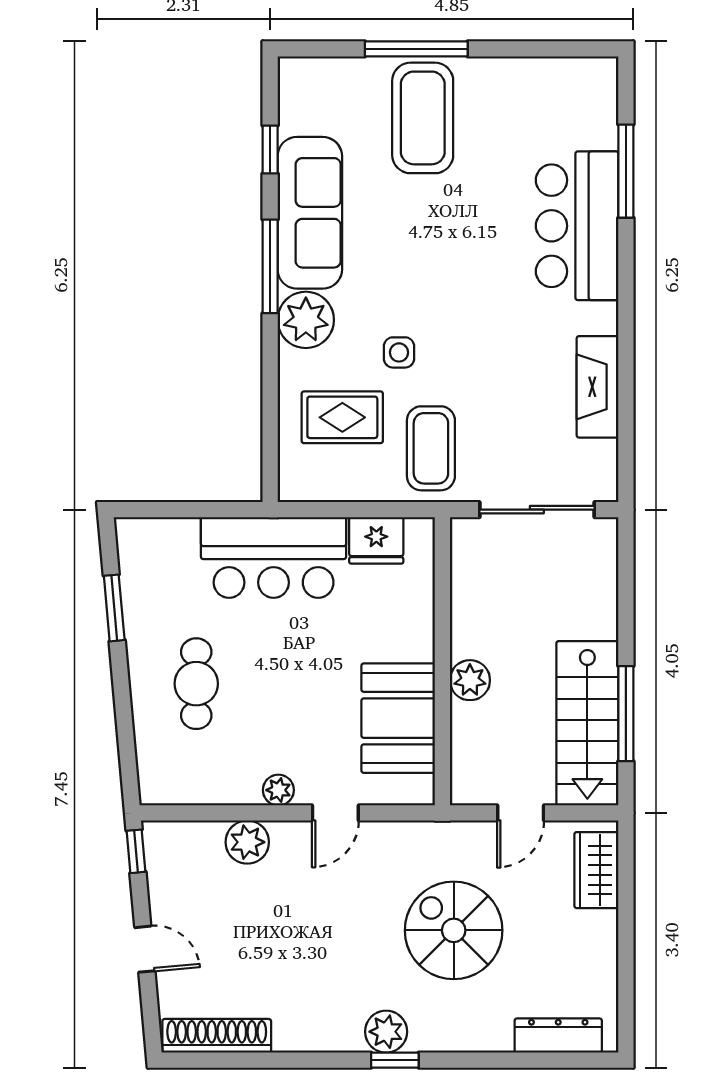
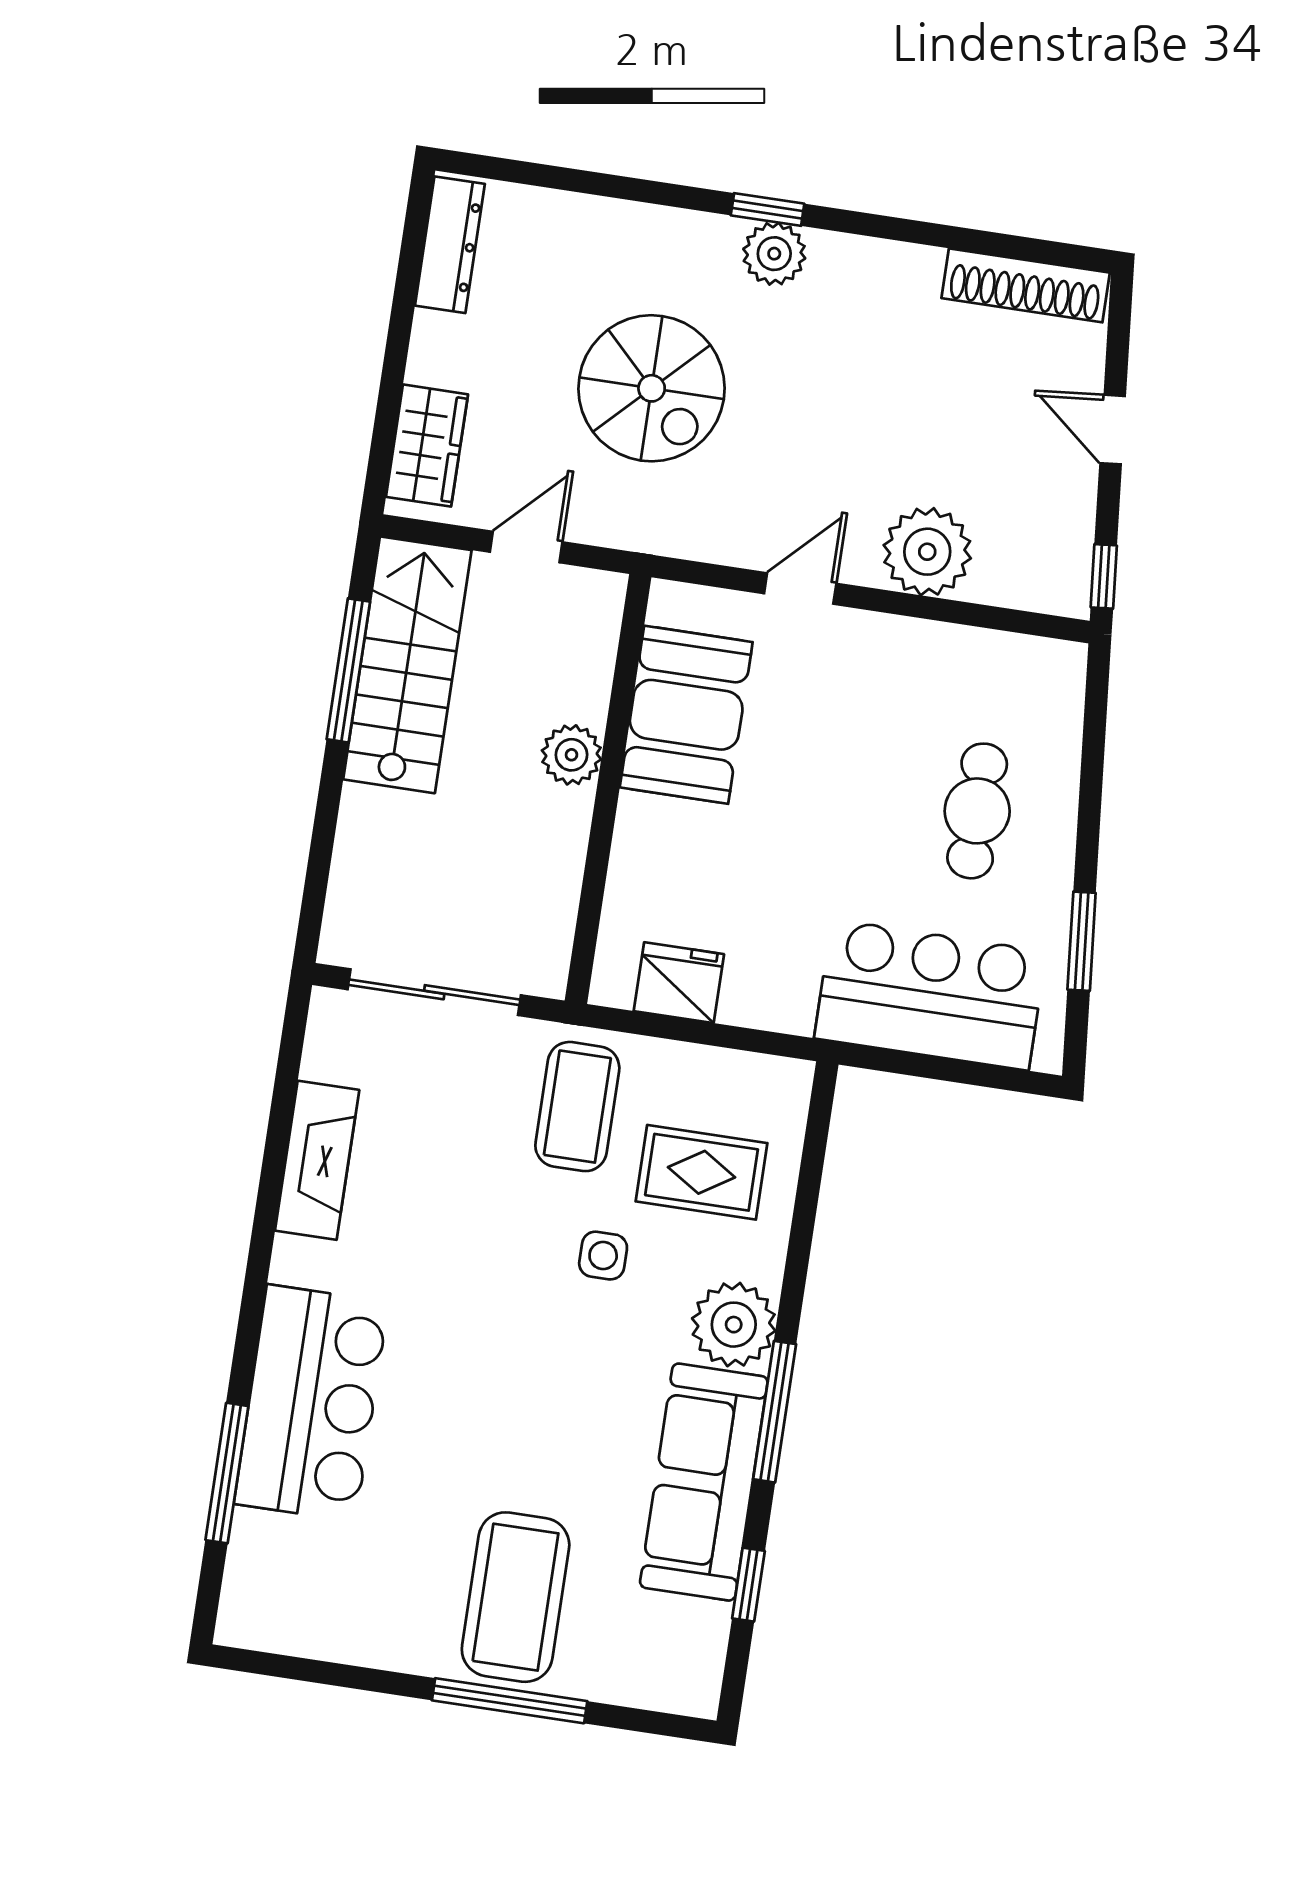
bar counter: (274, 557) -> (930, 995), moved
plant: (278, 790) -> (879, 635), removed
plant: (247, 842) -> (927, 552), width x1.36, depth x1.36
dresser: (558, 1036) -> (450, 245), moved, turned -90

